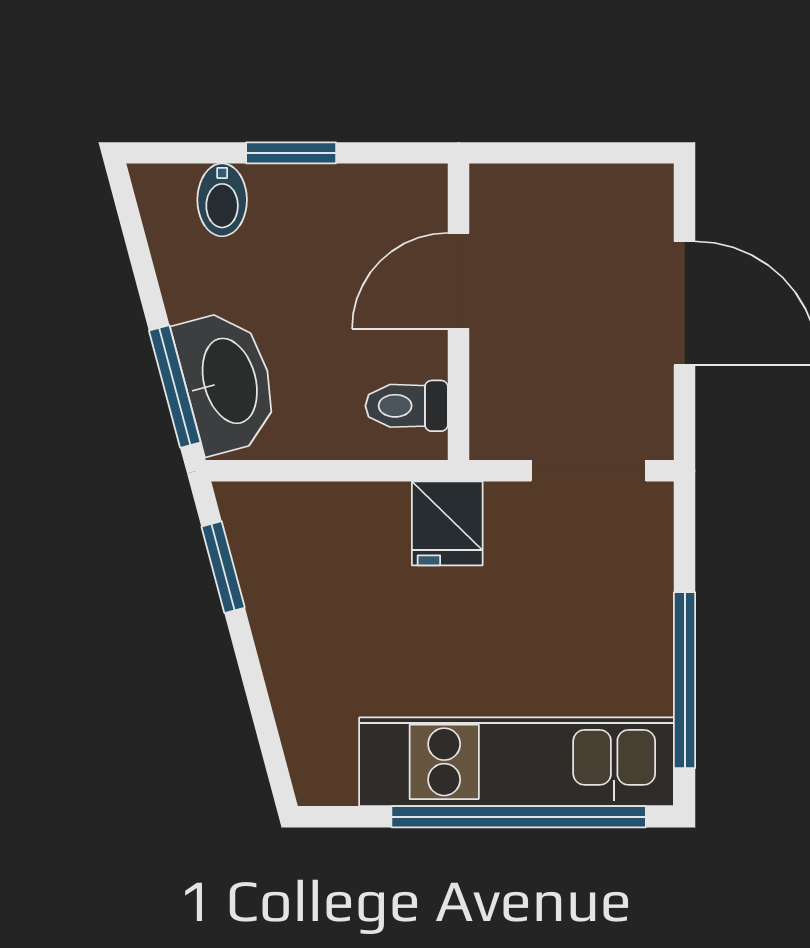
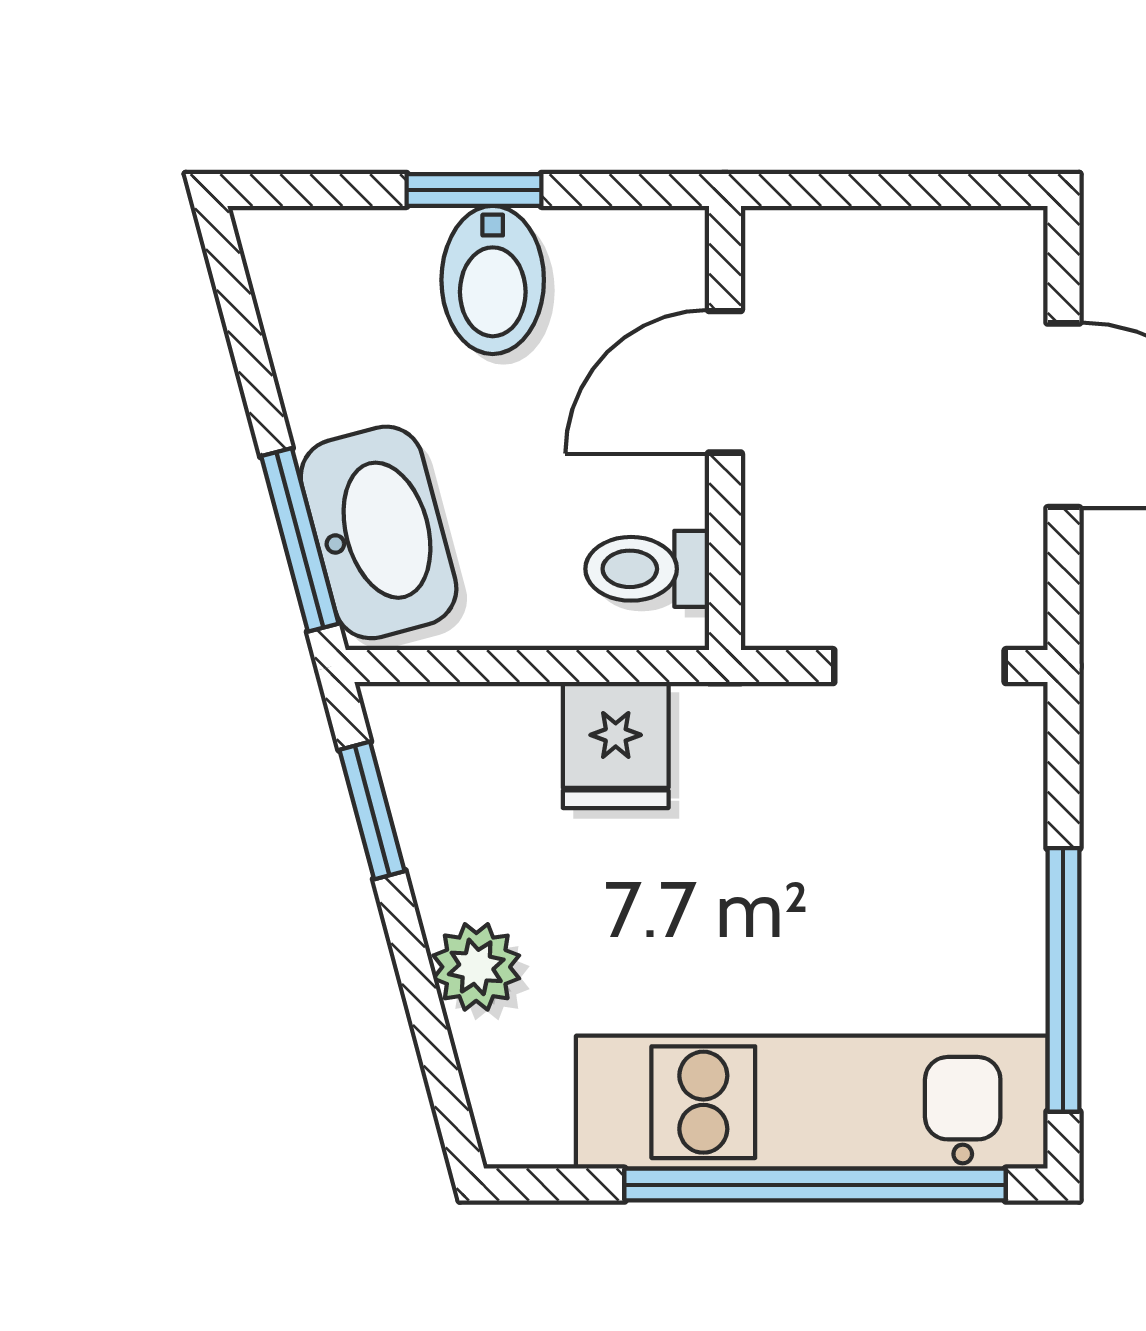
bidet: (222, 200) -> (493, 280), moved, width x1.38, depth x1.36
fridge: (447, 523) -> (616, 745), moved
plant: (293, 672) -> (476, 967), added

